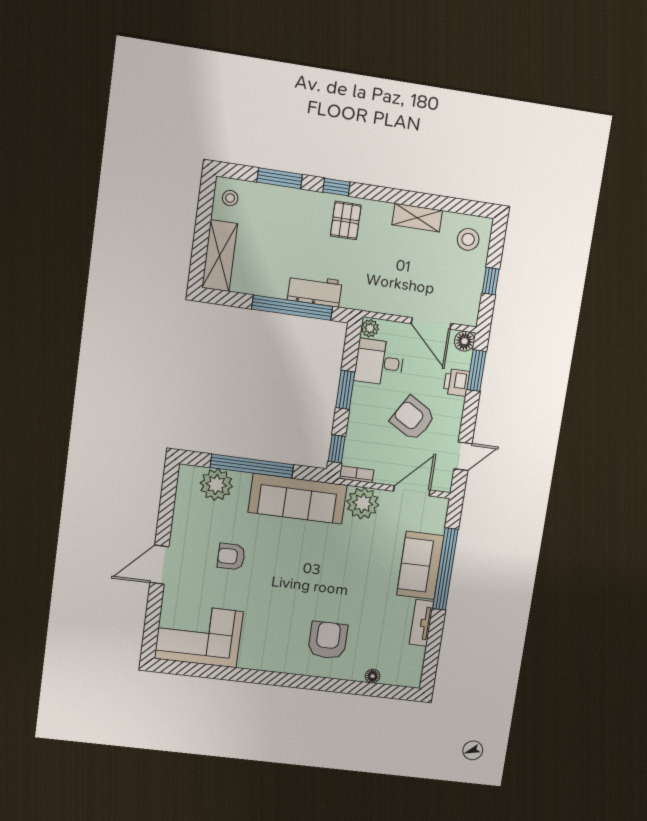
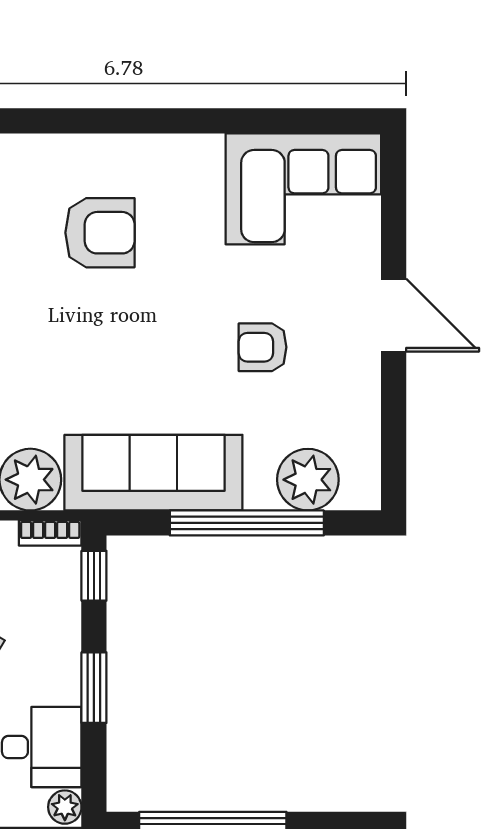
armchair: (231, 556) -> (263, 347), turned 180
door: (159, 565) -> (394, 315), hinge flipped
armchair: (328, 640) -> (100, 233), moved, turned -90

